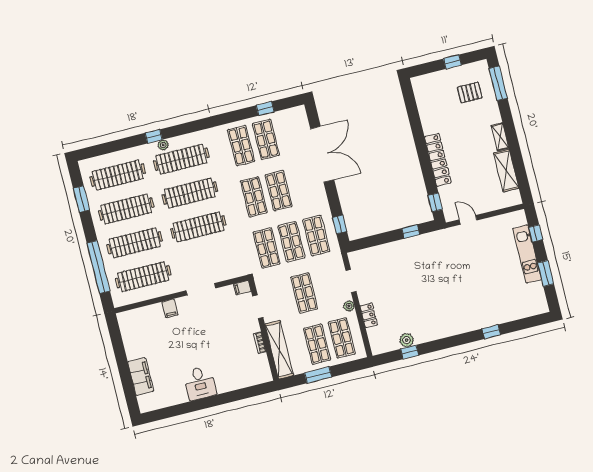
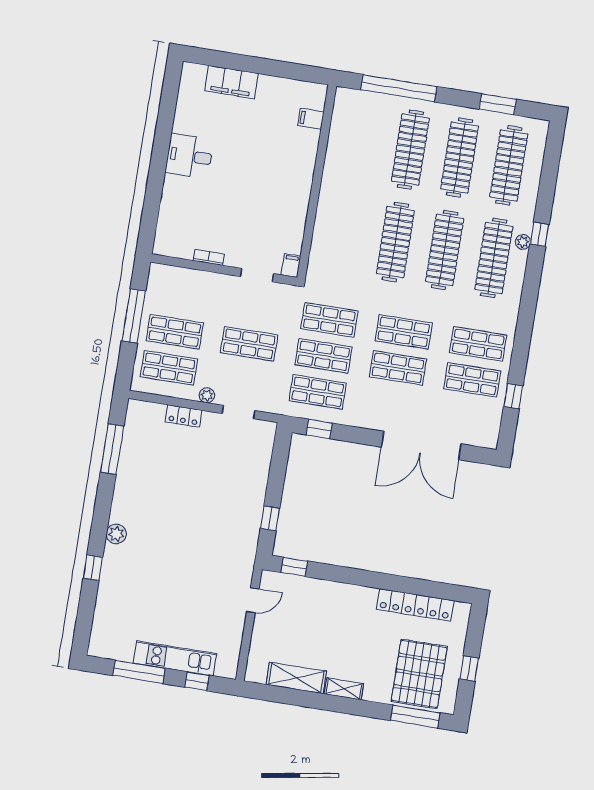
pallet: (470, 93) -> (419, 674), width x2.05, depth x2.00
locker: (438, 160) -> (415, 605), moved
window: (546, 273) -> (139, 672), width x1.44
clothes rail: (143, 277) -> (361, 142), removed
doorway: (201, 289) -> (312, 210), removed
filing cabinet: (170, 308) -> (311, 119), moved
plant: (407, 340) -> (116, 534), moved
shelving: (279, 350) -> (189, 279), removed
window: (410, 352) -> (112, 449), width x2.17
window: (318, 375) -> (134, 316), width x1.44

